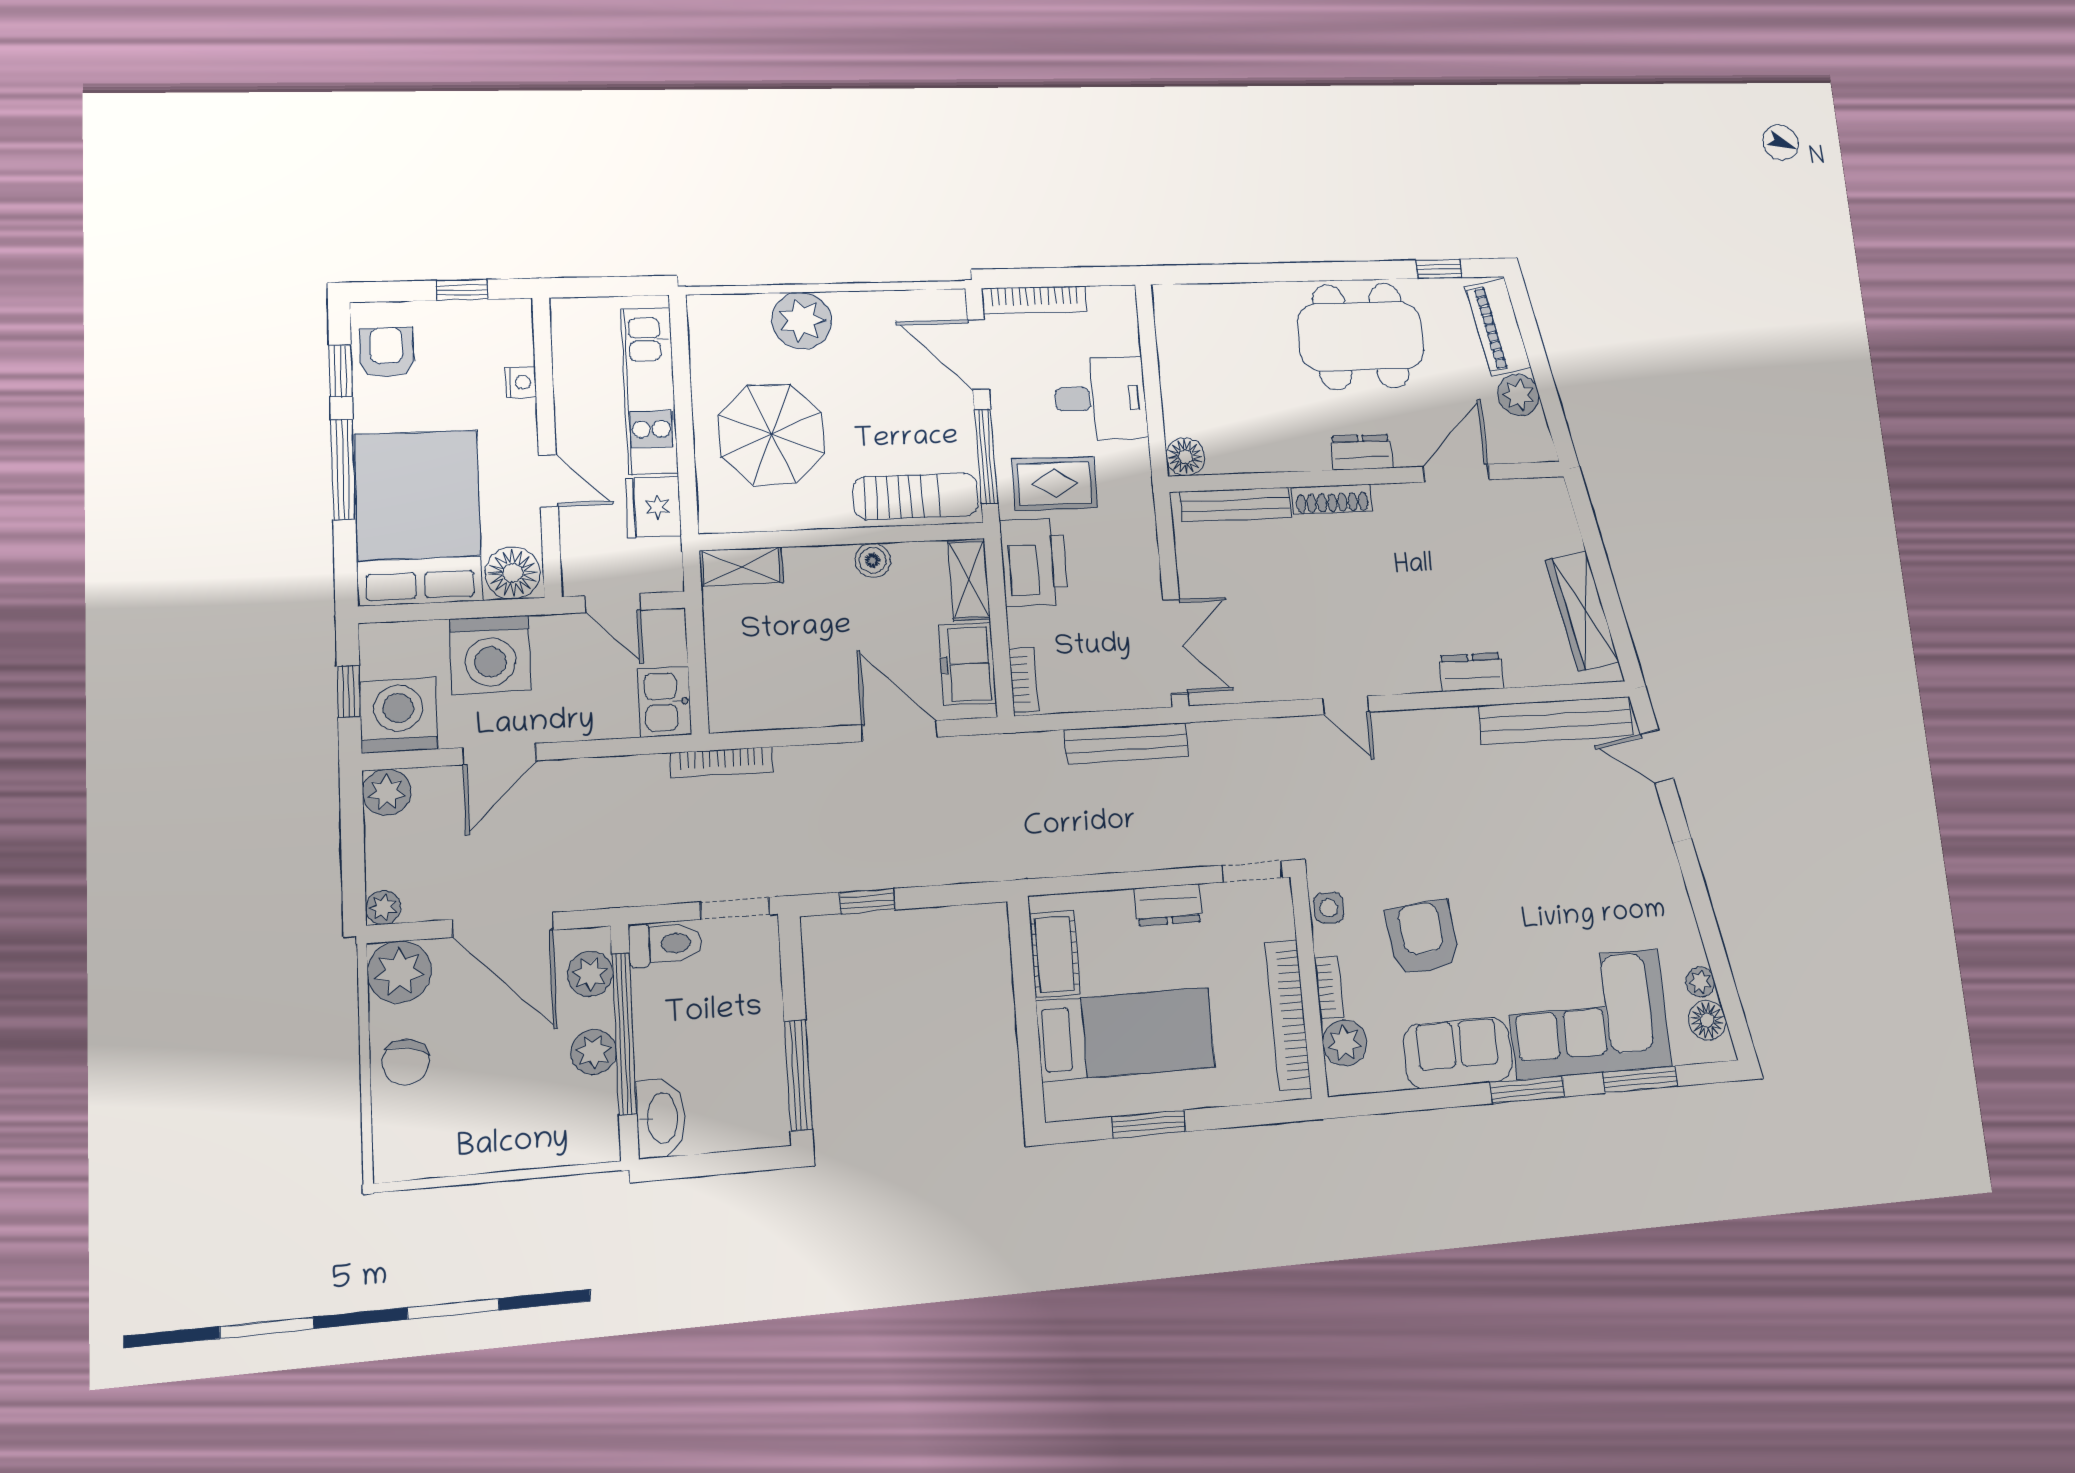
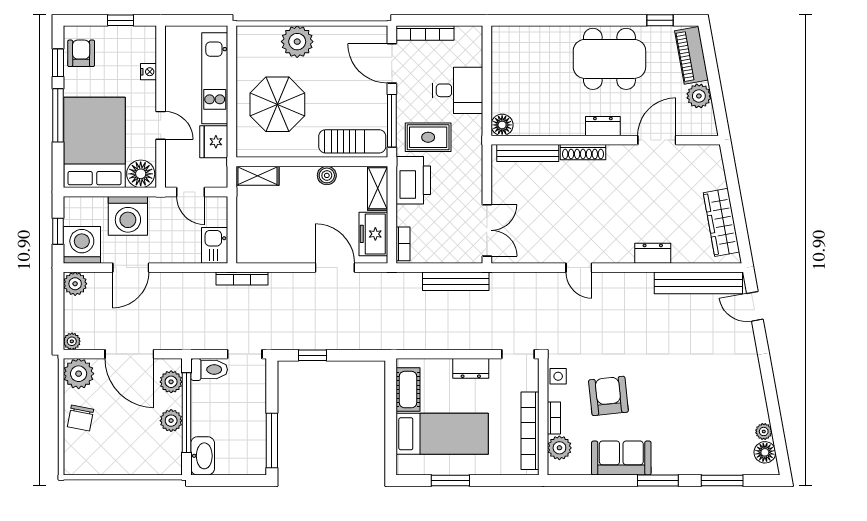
corner sofa: (1588, 1014) -> (697, 444), removed

